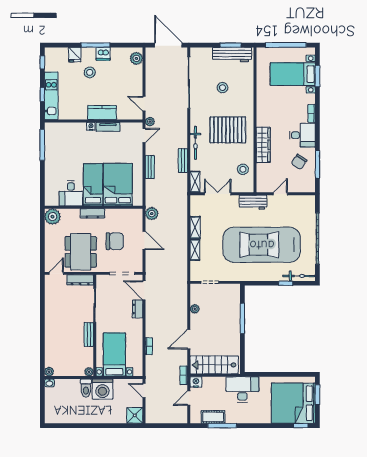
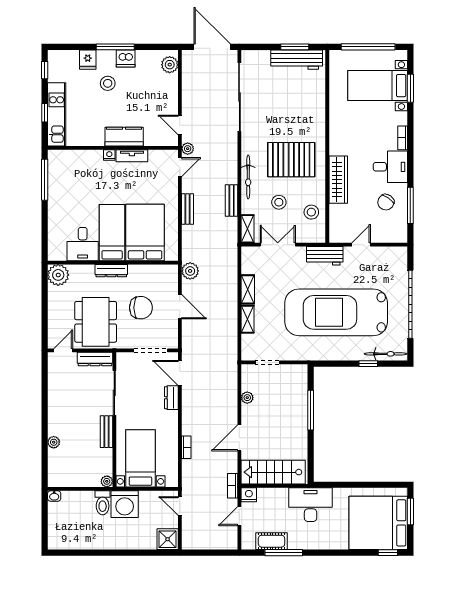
stool: (222, 88) -> (279, 202), moved
plant: (49, 372) -> (54, 442), moved

